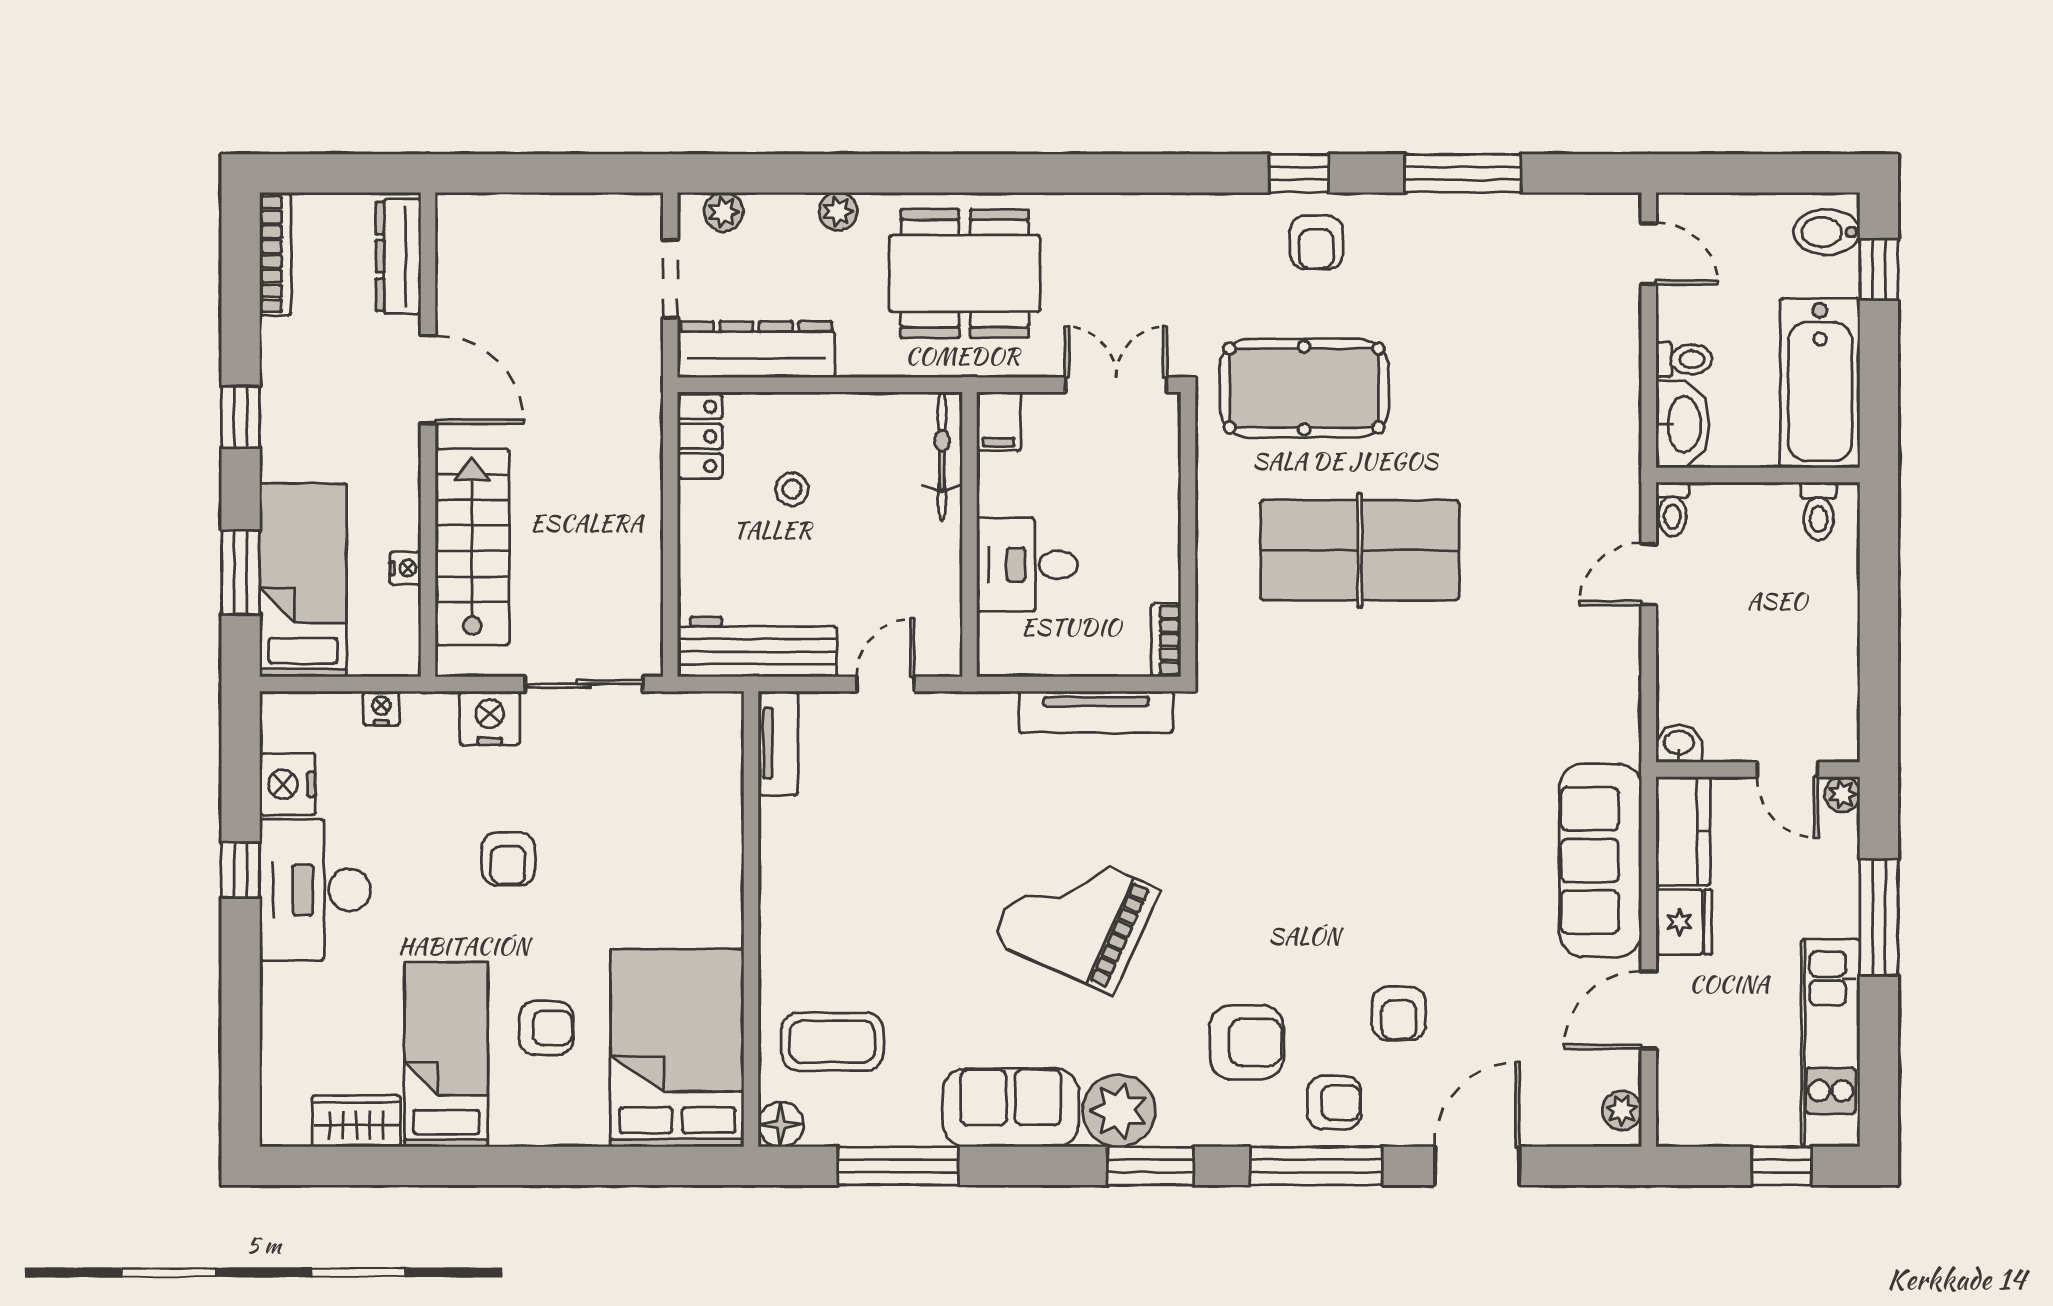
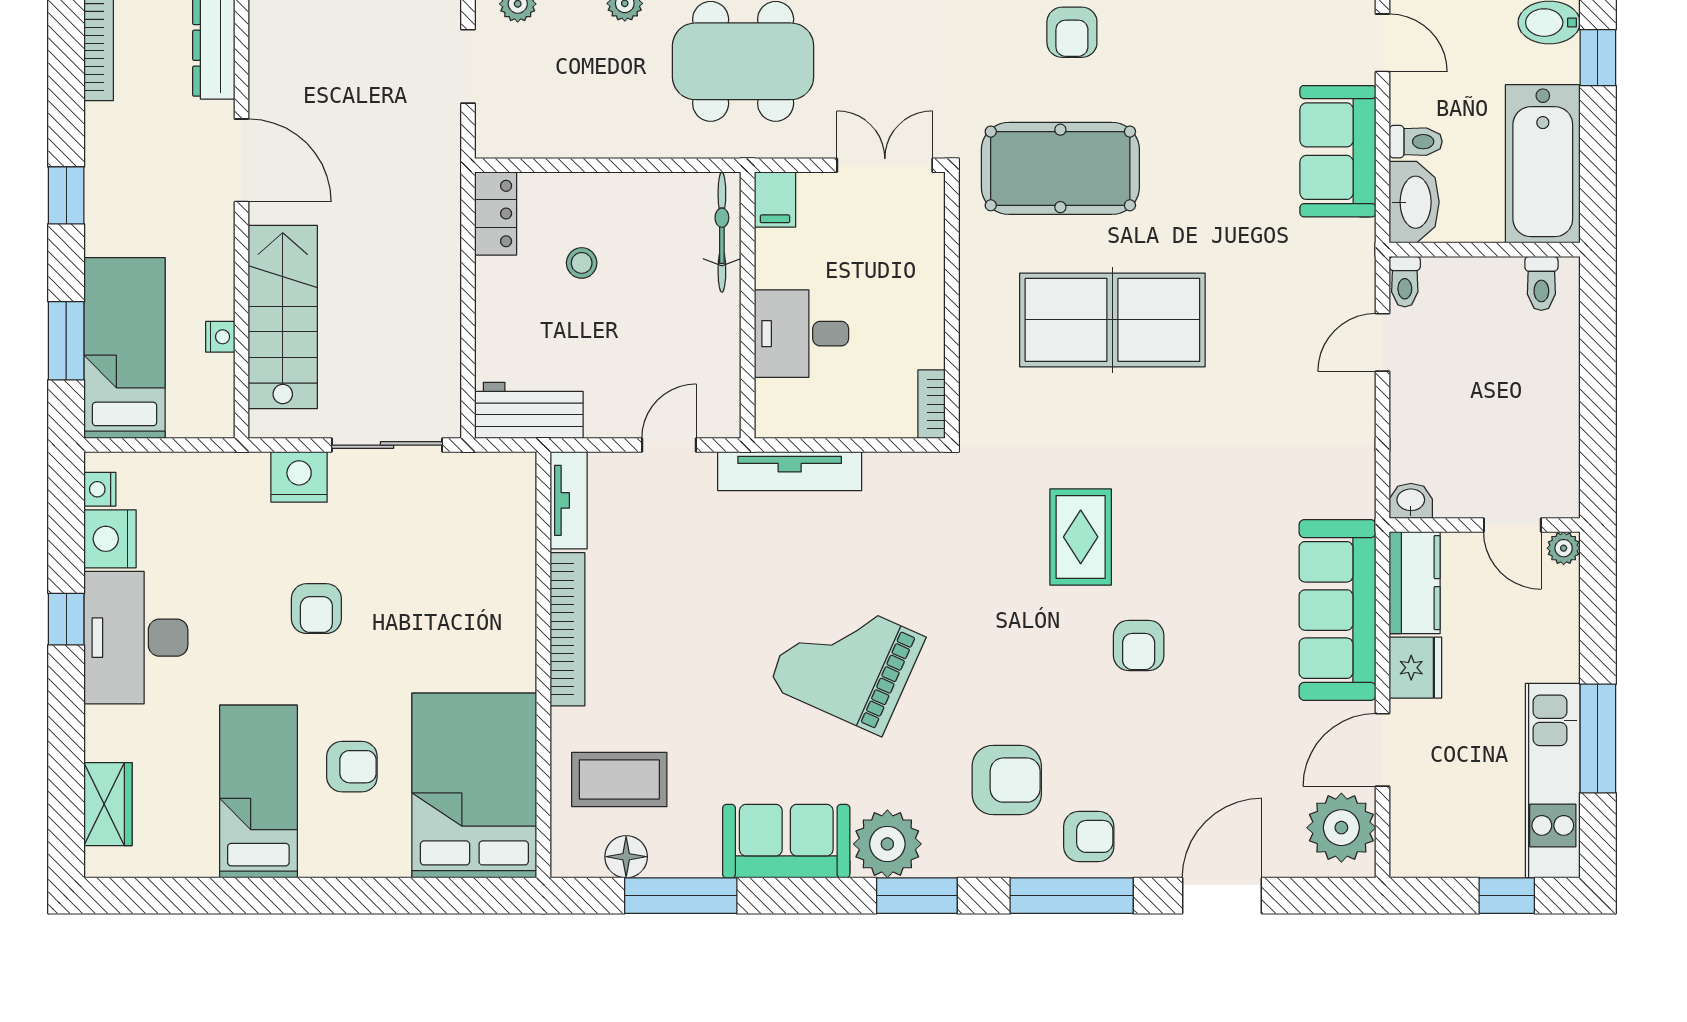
dresser: (756, 349) -> (548, 132), removed
sofa: (1601, 370) -> (1338, 151), added
workbench: (757, 647) -> (529, 410), width x0.73
nightstand: (381, 708) -> (100, 489), moved, turned -90
tv unit: (1096, 712) -> (790, 471), moved
rug: (1326, 782) -> (1081, 537), added
bookcase: (777, 881) -> (567, 629), added
window: (1879, 917) -> (1598, 739), moved
armchair: (1399, 1013) -> (1139, 645), moved
plant: (1622, 1110) -> (1341, 828), width x1.87, depth x1.87
wardrobe: (356, 1121) -> (108, 804), moved, turned 90
floor lamp: (781, 1124) -> (626, 857), moved

